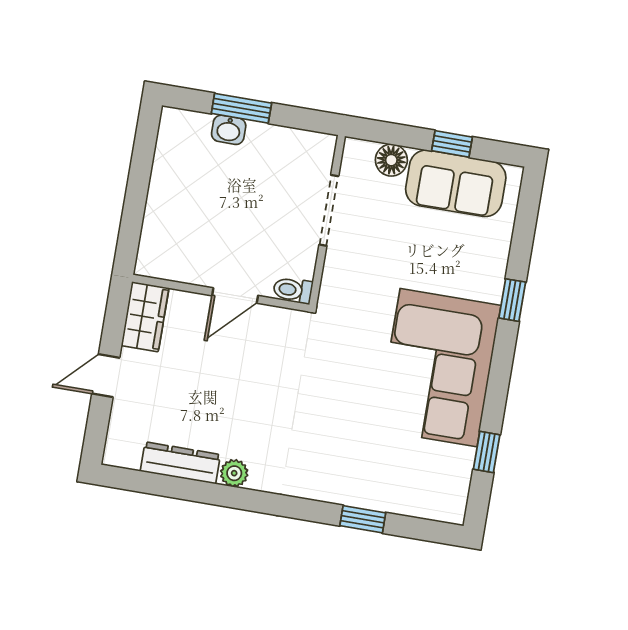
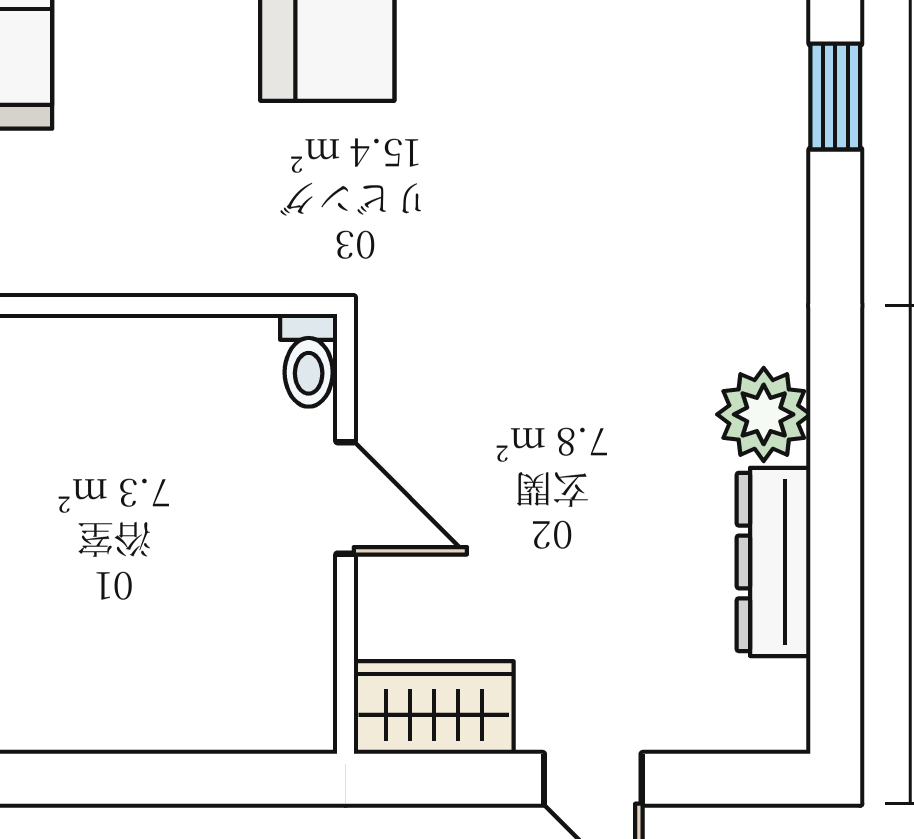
doorway: (329, 210) -> (101, 306), removed
plant: (234, 473) -> (764, 414), width x1.38, depth x1.38

